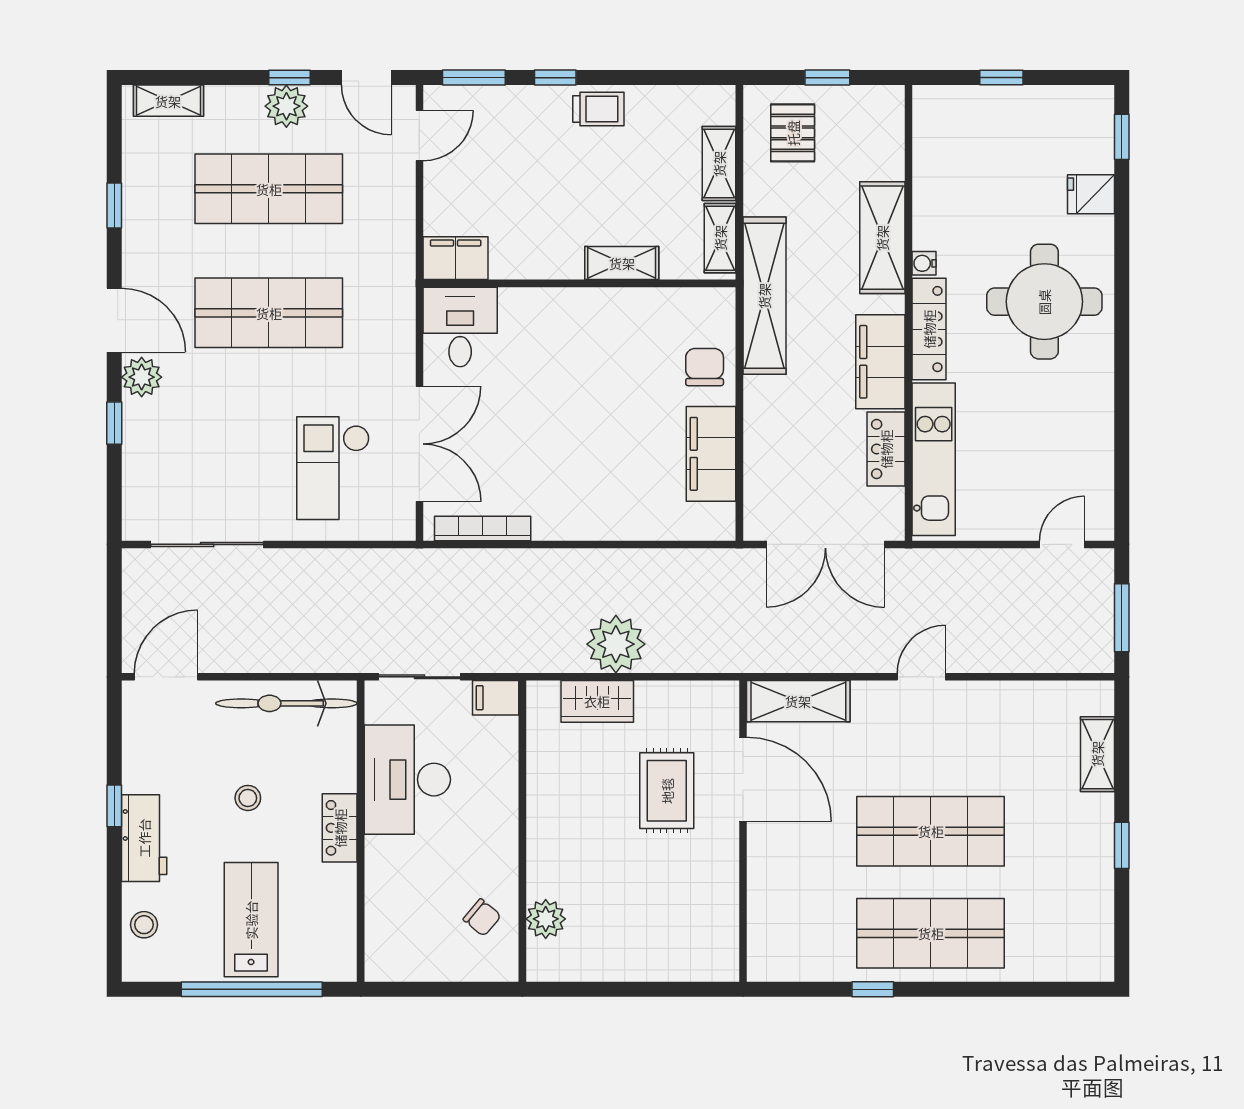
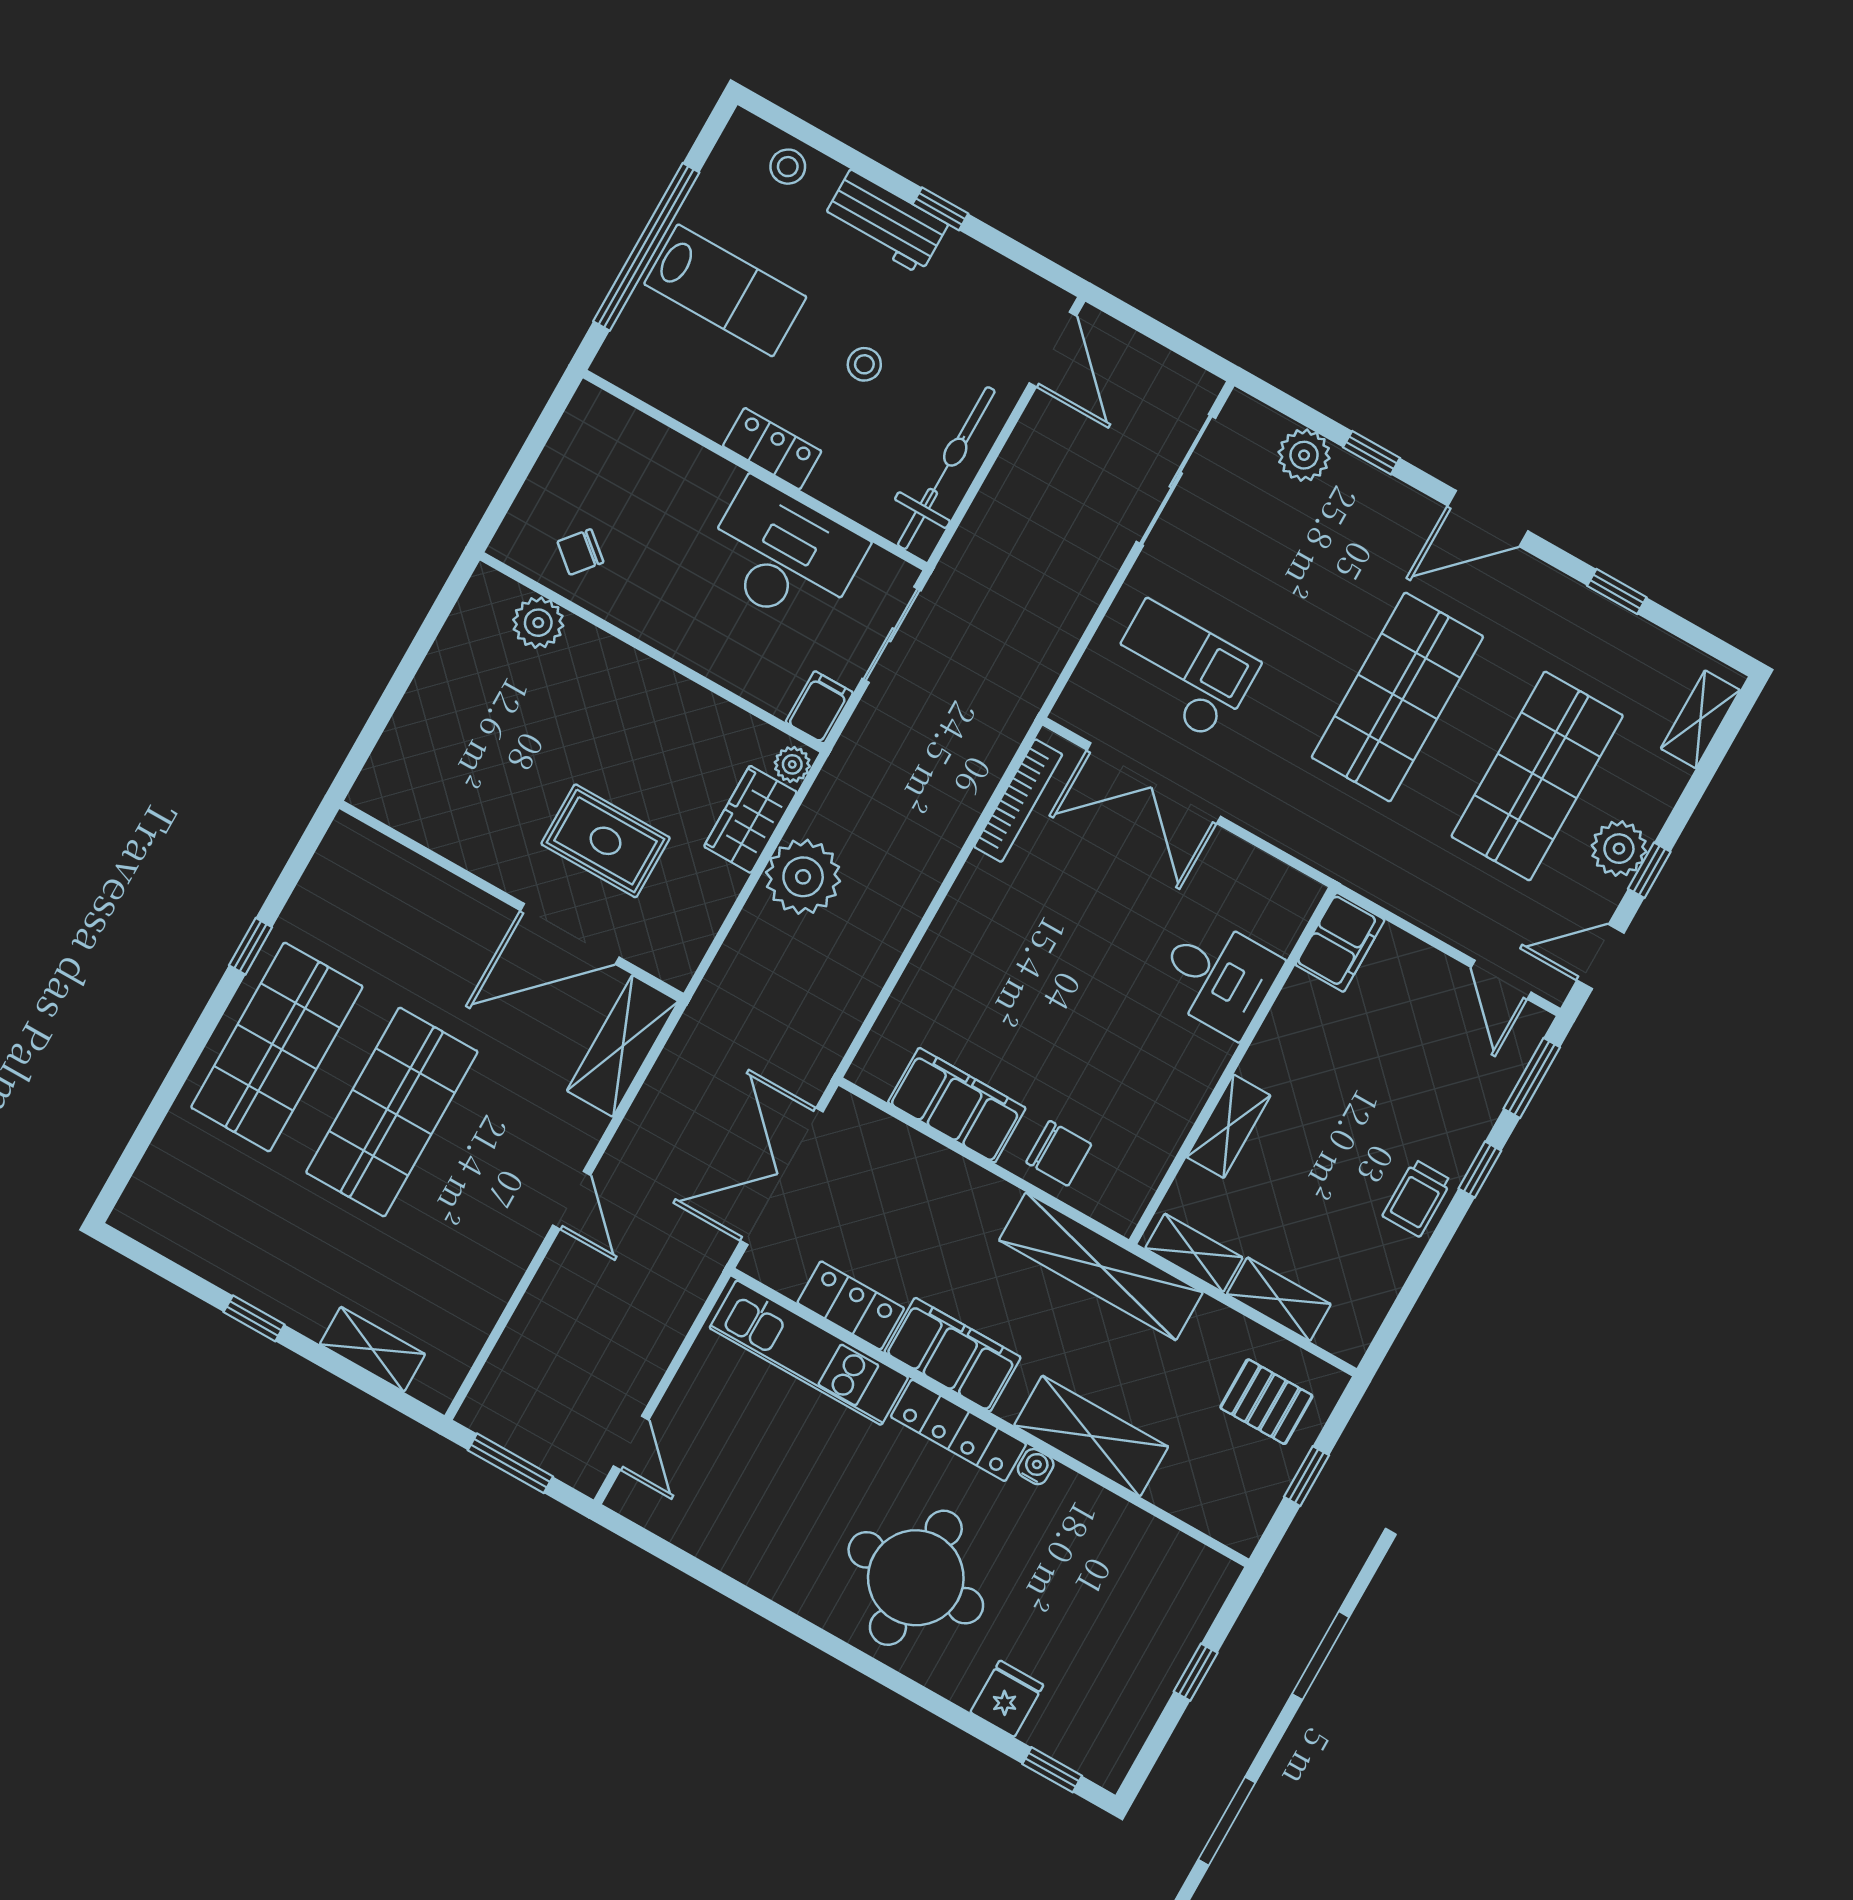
desk: (460, 327) -> (1218, 976), moved
plant: (142, 377) -> (1304, 455), moved
plant: (544, 694) -> (792, 764), added

